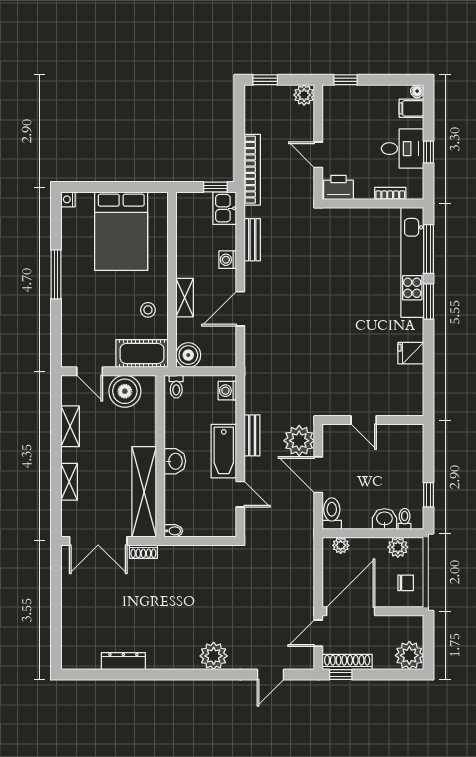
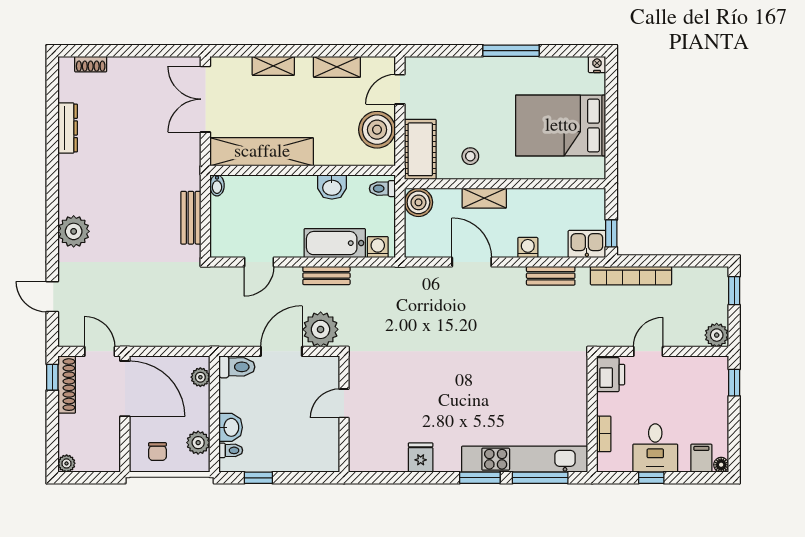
bathtub: (224, 451) -> (335, 243), moved
washbasin: (175, 461) -> (332, 187), moved
shoe rack: (143, 552) -> (91, 64), moved, turned -90
bench: (202, 554) -> (191, 218), added
plant: (409, 655) -> (67, 463), width x0.53, depth x0.53

